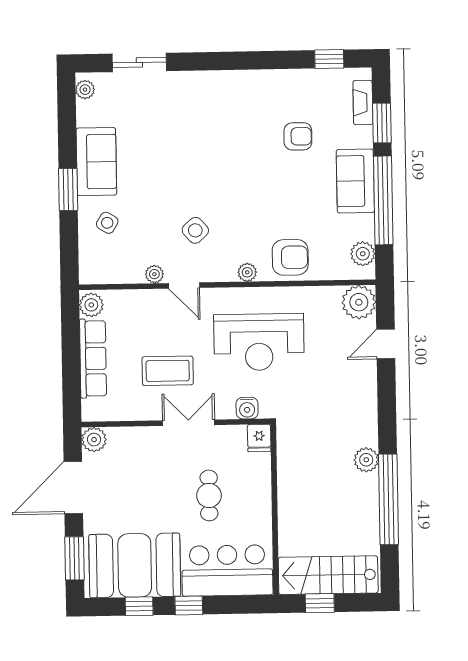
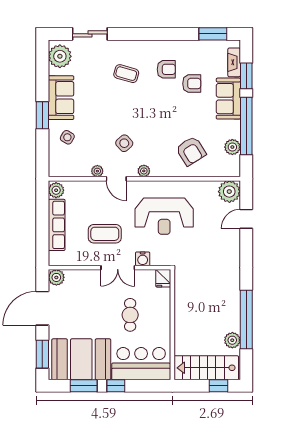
window: (329, 59) -> (213, 34), width x1.50
plant: (85, 90) -> (60, 56), width x1.88, depth x1.88
armchair: (258, 115) -> (166, 69), added
coffee table: (196, 123) -> (126, 74), added
sofa: (355, 181) -> (228, 99), moved
plant: (363, 254) -> (232, 147), moved
armchair: (290, 257) -> (191, 151), moved, turned 58
plant: (247, 272) -> (144, 171), moved
water cooler: (247, 408) -> (143, 259), moved
double door: (189, 423) -> (118, 268), swing flipped
plant: (366, 460) -> (232, 340), moved
window: (320, 603) -> (219, 386), moved
window: (139, 606) -> (84, 386), width x1.50

